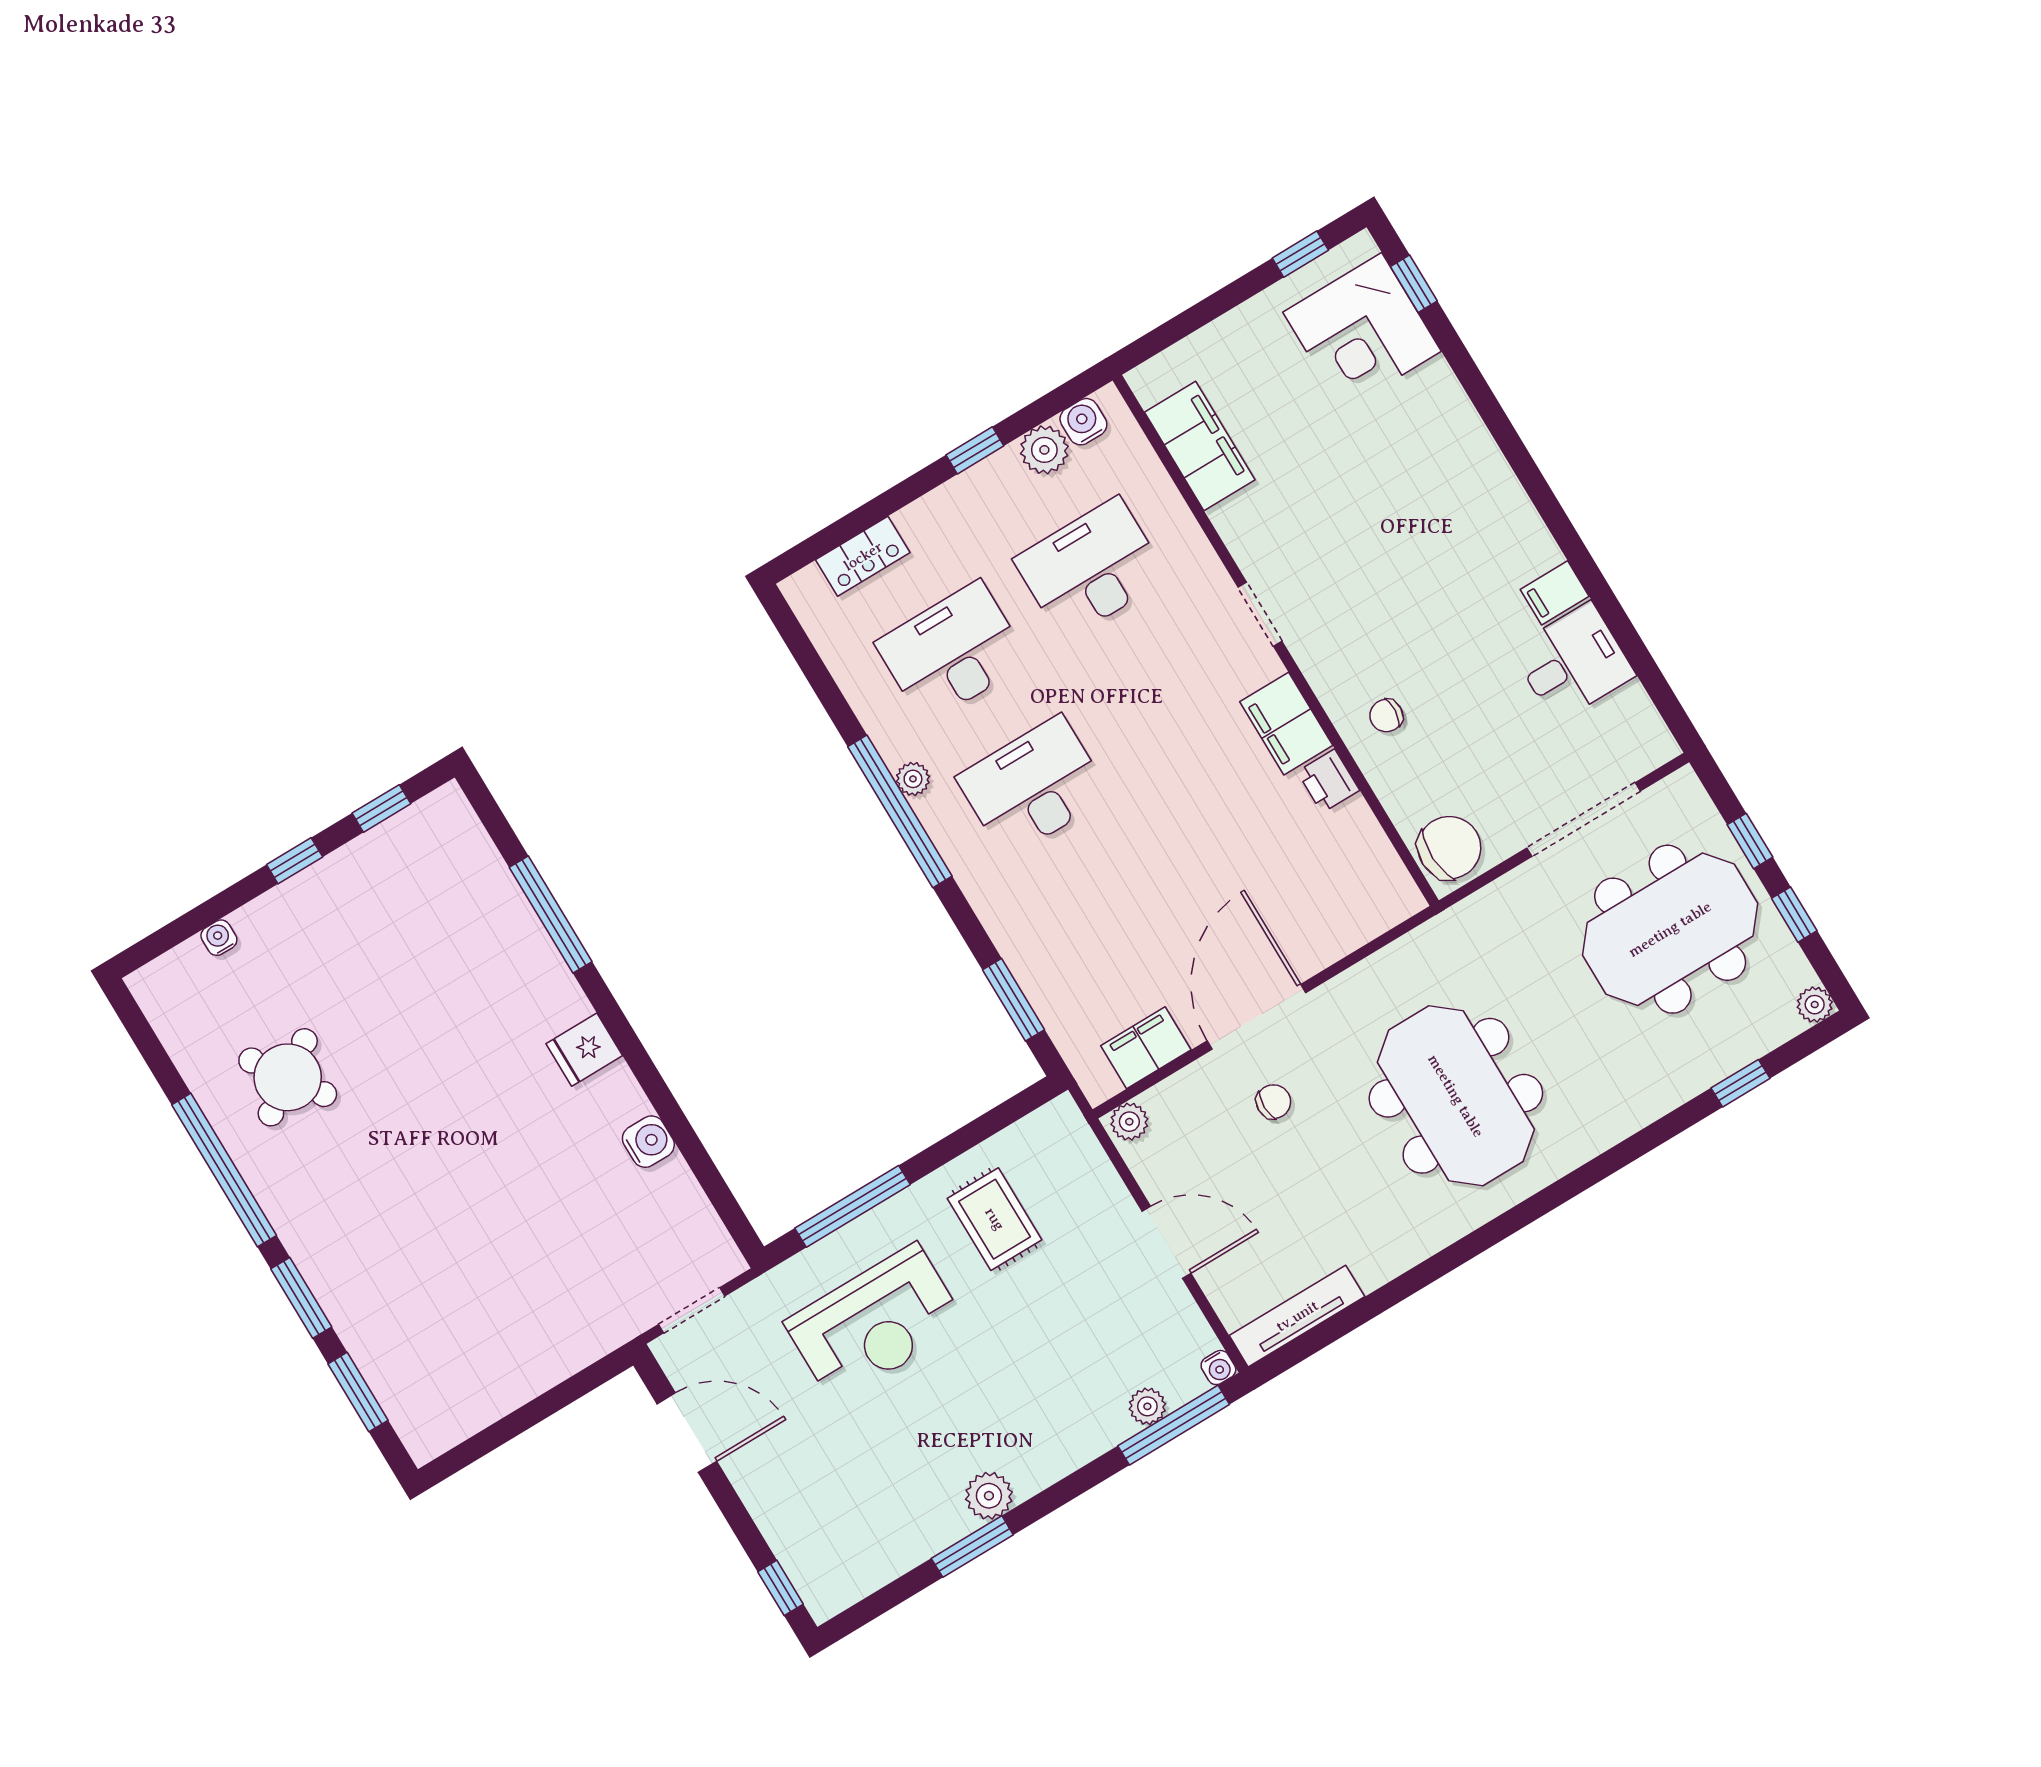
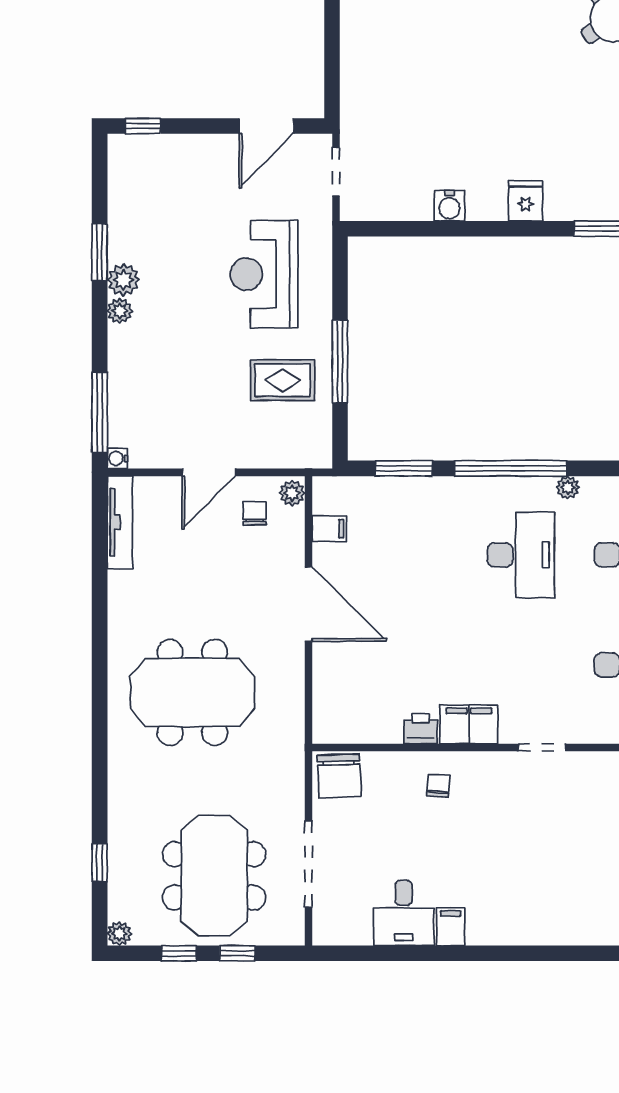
window: (900, 811) -> (511, 468), moved
filing cabinet: (1146, 1048) -> (329, 529), width x0.50
chair: (1273, 1102) -> (255, 513), moved, turned 180
window: (853, 1206) -> (340, 362), moved
plant: (1147, 1406) -> (120, 311), moved

